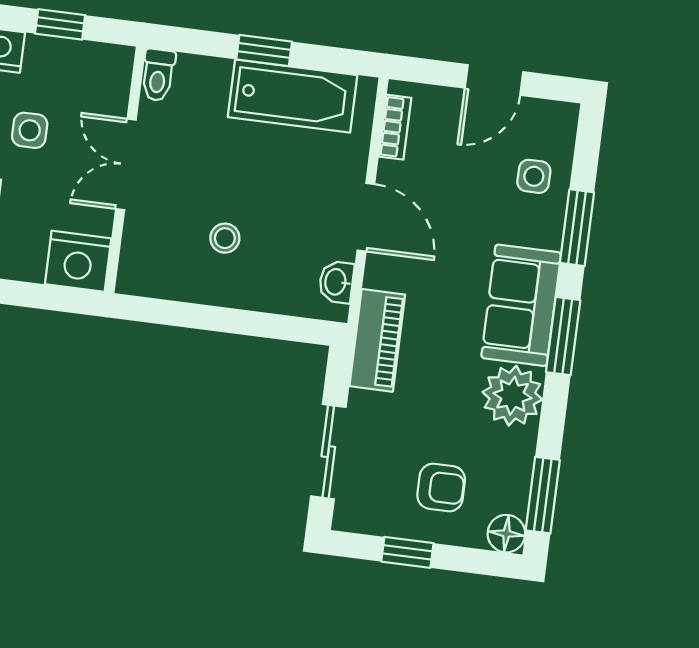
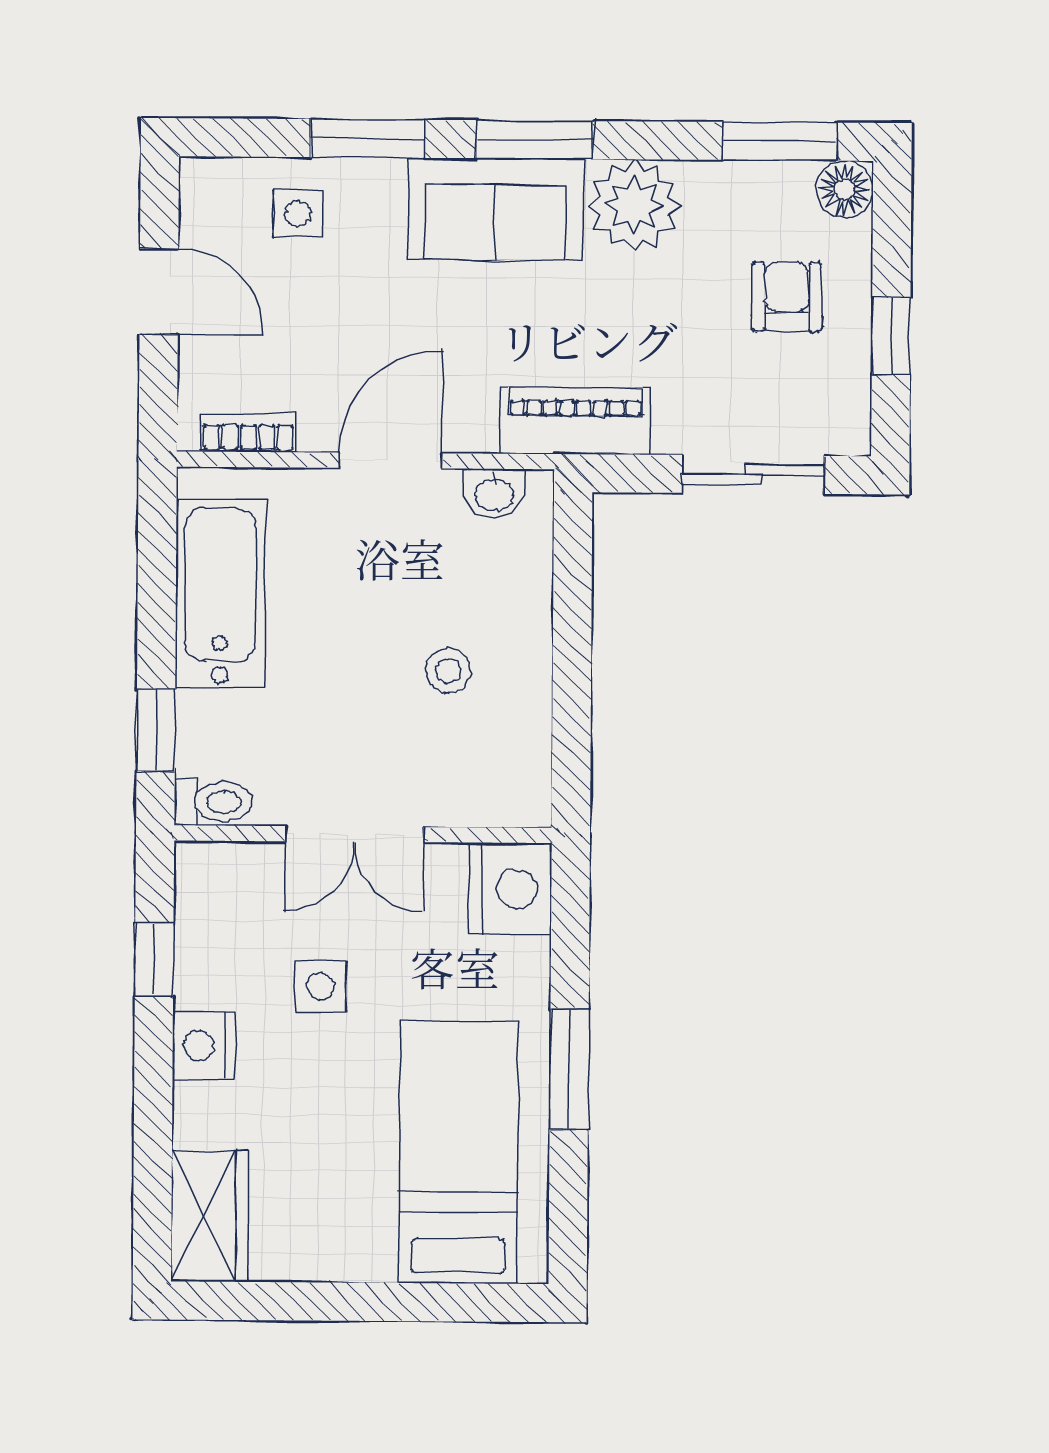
window: (264, 50) -> (156, 730), moved

